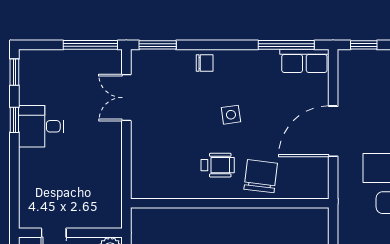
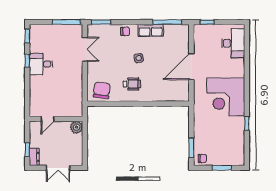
row of seats: (304, 61) -> (151, 30), moved
double door: (126, 98) -> (85, 49), swing flipped
chair: (261, 176) -> (102, 90), moved

